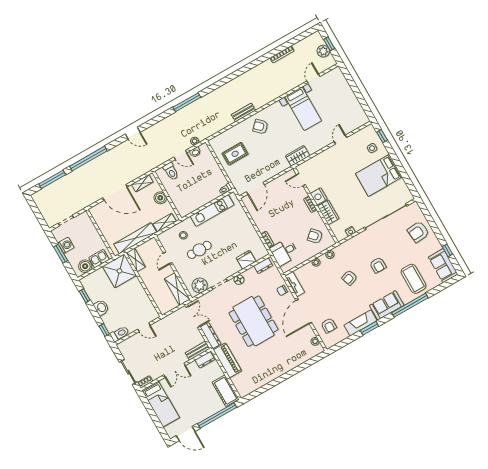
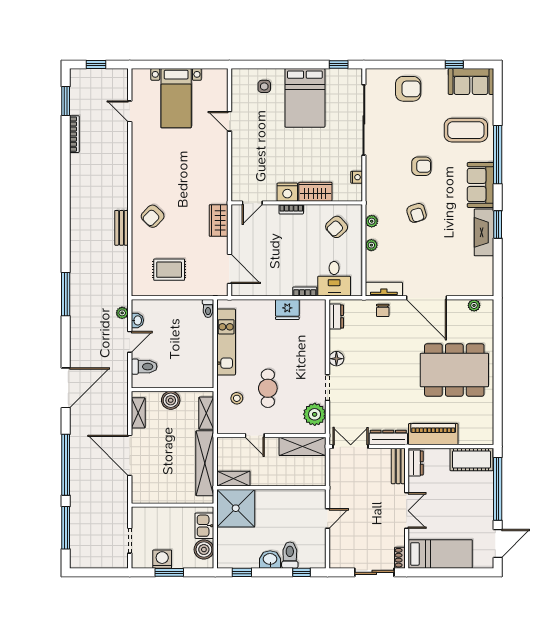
window: (298, 38) -> (66, 101), added
plant: (323, 51) -> (101, 78), removed
bed with nightstands: (303, 109) -> (176, 98), moved, turned 90
door: (133, 133) -> (66, 388), width x1.87
window: (382, 136) -> (339, 64), moved
rug: (235, 154) -> (169, 270), turned 90
wardrobe: (298, 156) -> (219, 221), moved
door: (115, 192) -> (130, 455), swing flipped
armchair: (418, 232) -> (408, 89), turned -85
fridge: (246, 260) -> (287, 309), moved, turned -90
dining table: (254, 321) -> (454, 370), moved
armchair: (329, 326) -> (463, 276), removed
toilet: (120, 334) -> (290, 555), moved

